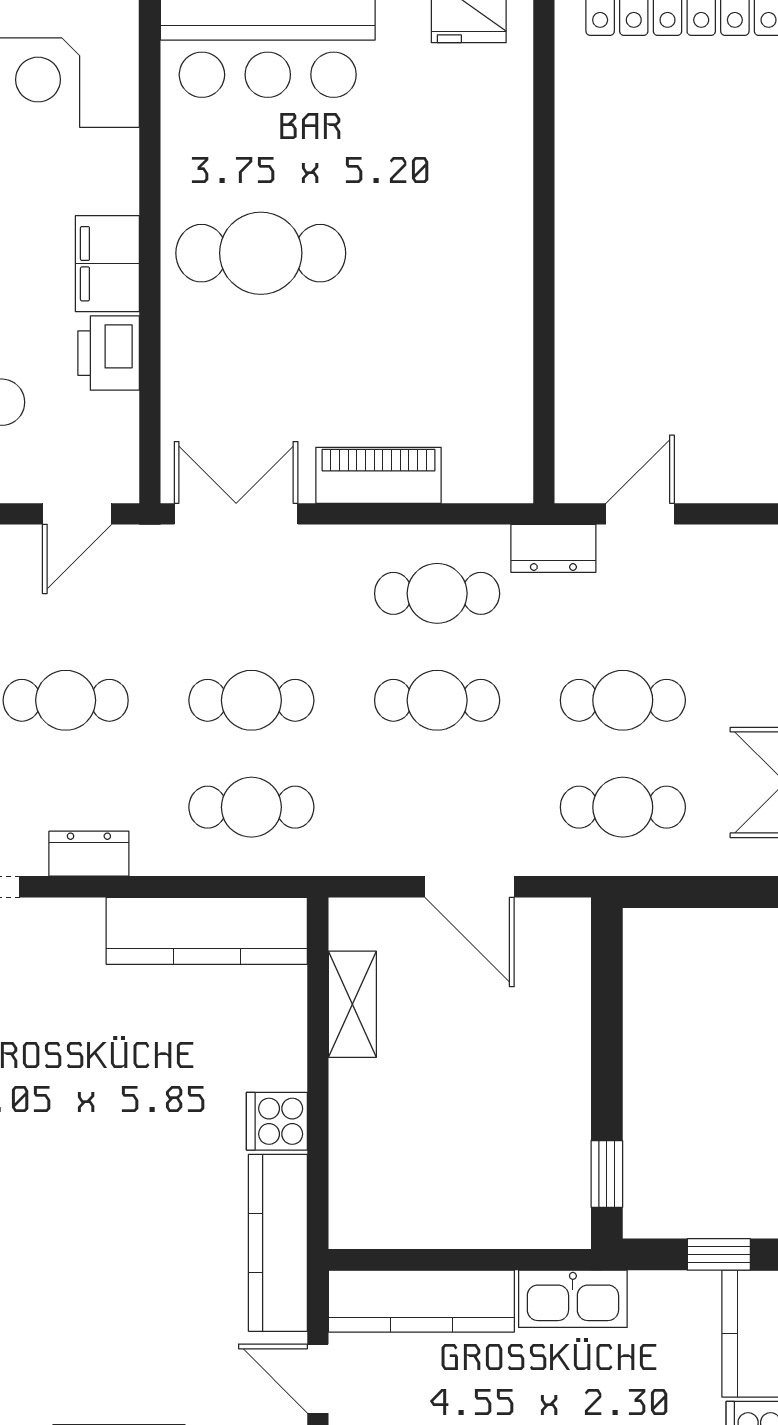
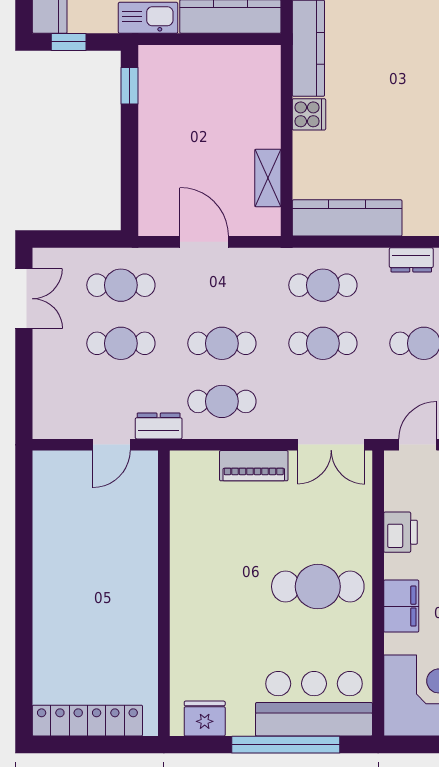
filing cabinet: (107, 264) -> (401, 606), moved

